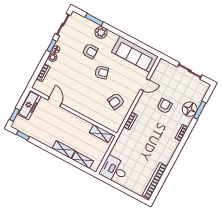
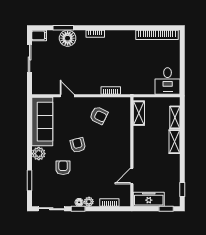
plant: (101, 32) -> (39, 154), moved
filing cabinet: (204, 88) -> (39, 35), added
armchair: (165, 106) -> (78, 65), removed

